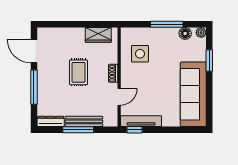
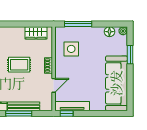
window: (167, 24) -> (78, 24), moved
rug: (79, 72) -> (19, 65), turned 90

